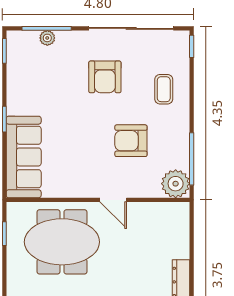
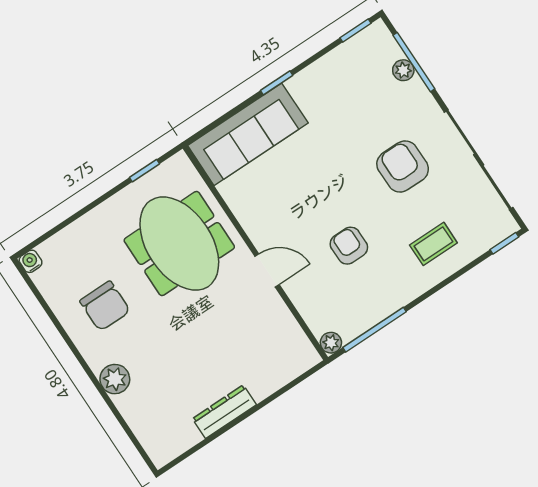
armchair: (105, 77) -> (403, 167), turned 90
armchair: (131, 141) -> (349, 246), width x0.72, depth x0.72
plant: (176, 184) -> (331, 343), width x0.53, depth x0.53
door: (113, 200) -> (267, 270), swing flipped

